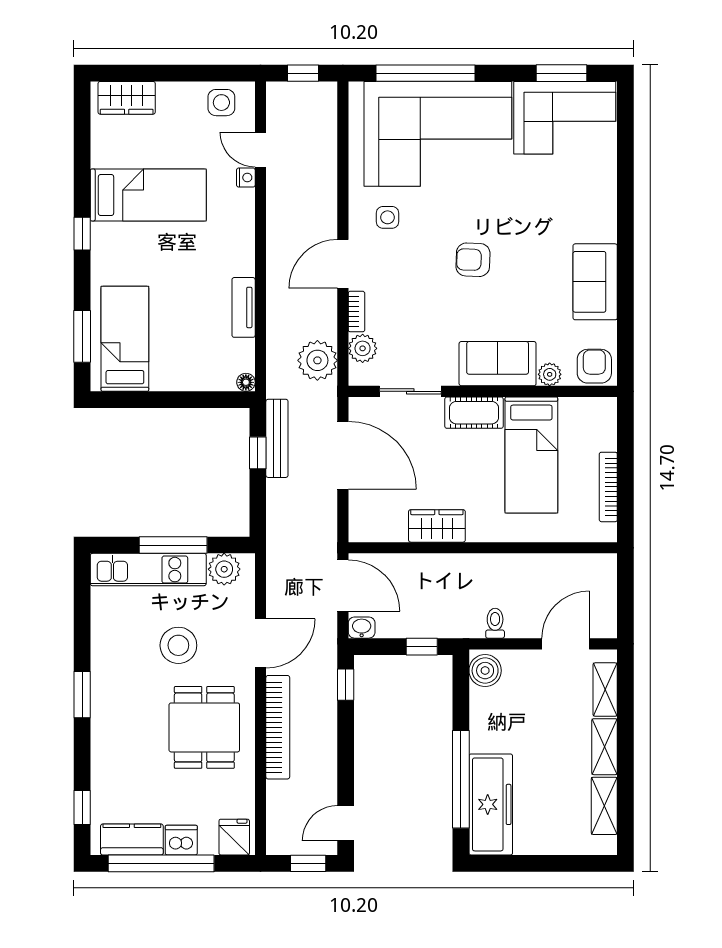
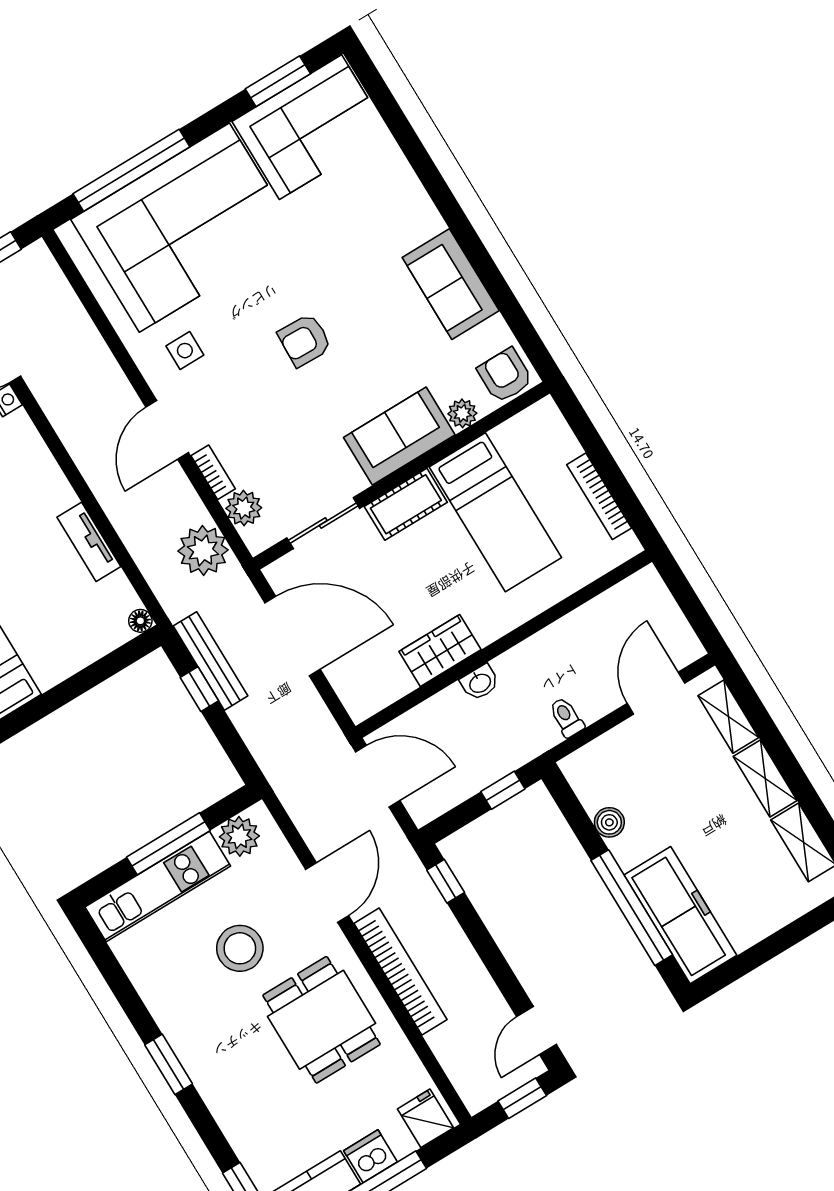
washbasin: (362, 628) -> (480, 683), moved, turned 180
boiler: (485, 671) -> (609, 822), moved, width x0.73, depth x0.73

